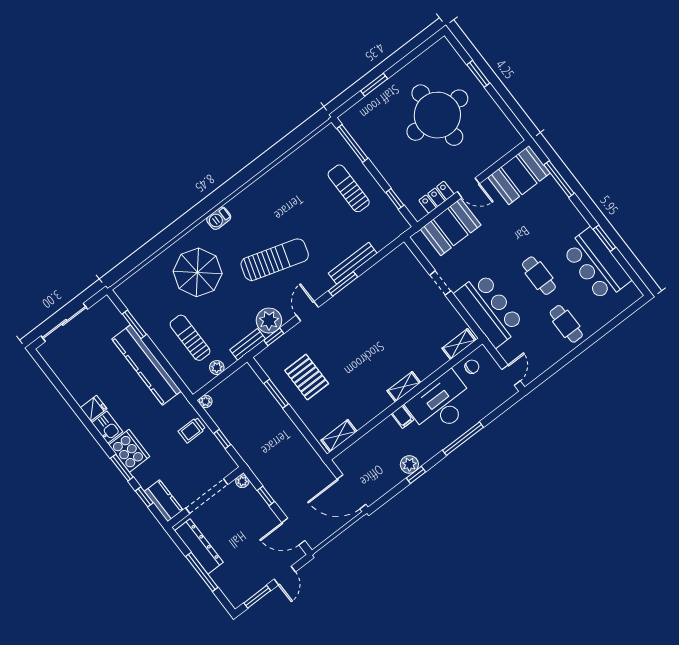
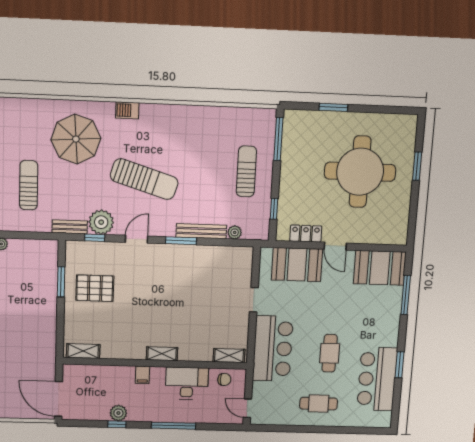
cafe table: (566, 324) -> (319, 404), turned 90
plant: (217, 368) -> (235, 232), moved
door: (511, 375) -> (247, 408), swing flipped
pallet: (307, 377) -> (95, 288), turned 90
desk: (441, 404) -> (187, 383), width x0.73, depth x0.77

